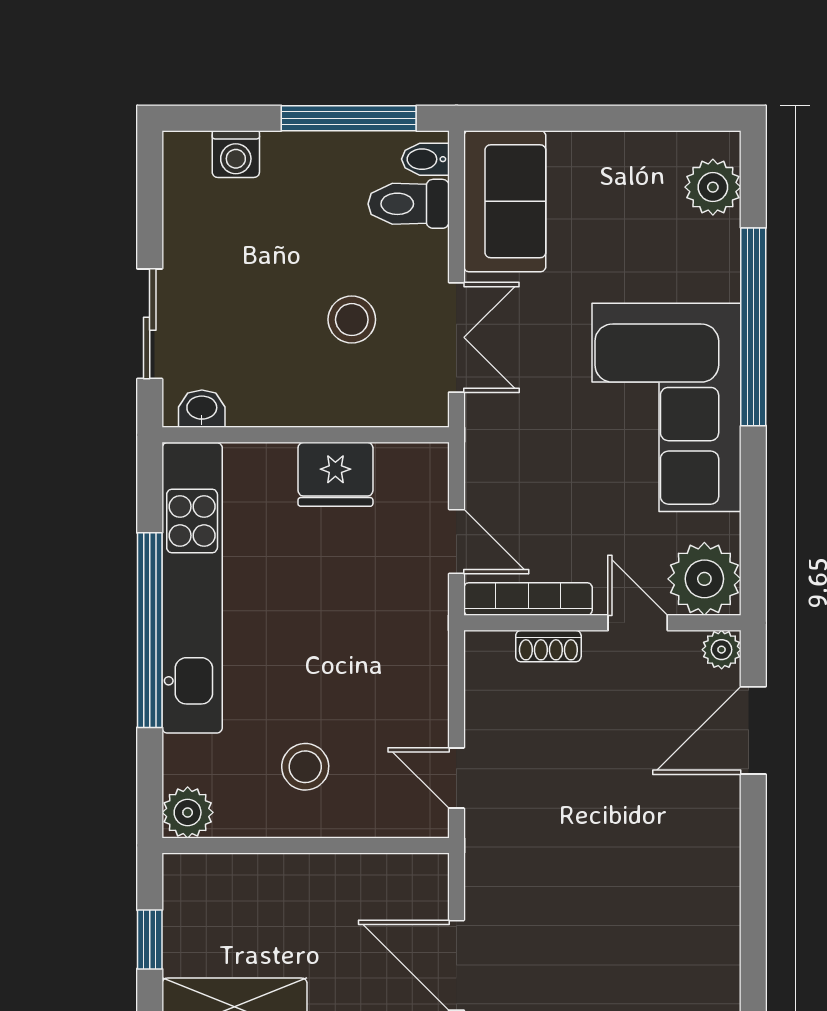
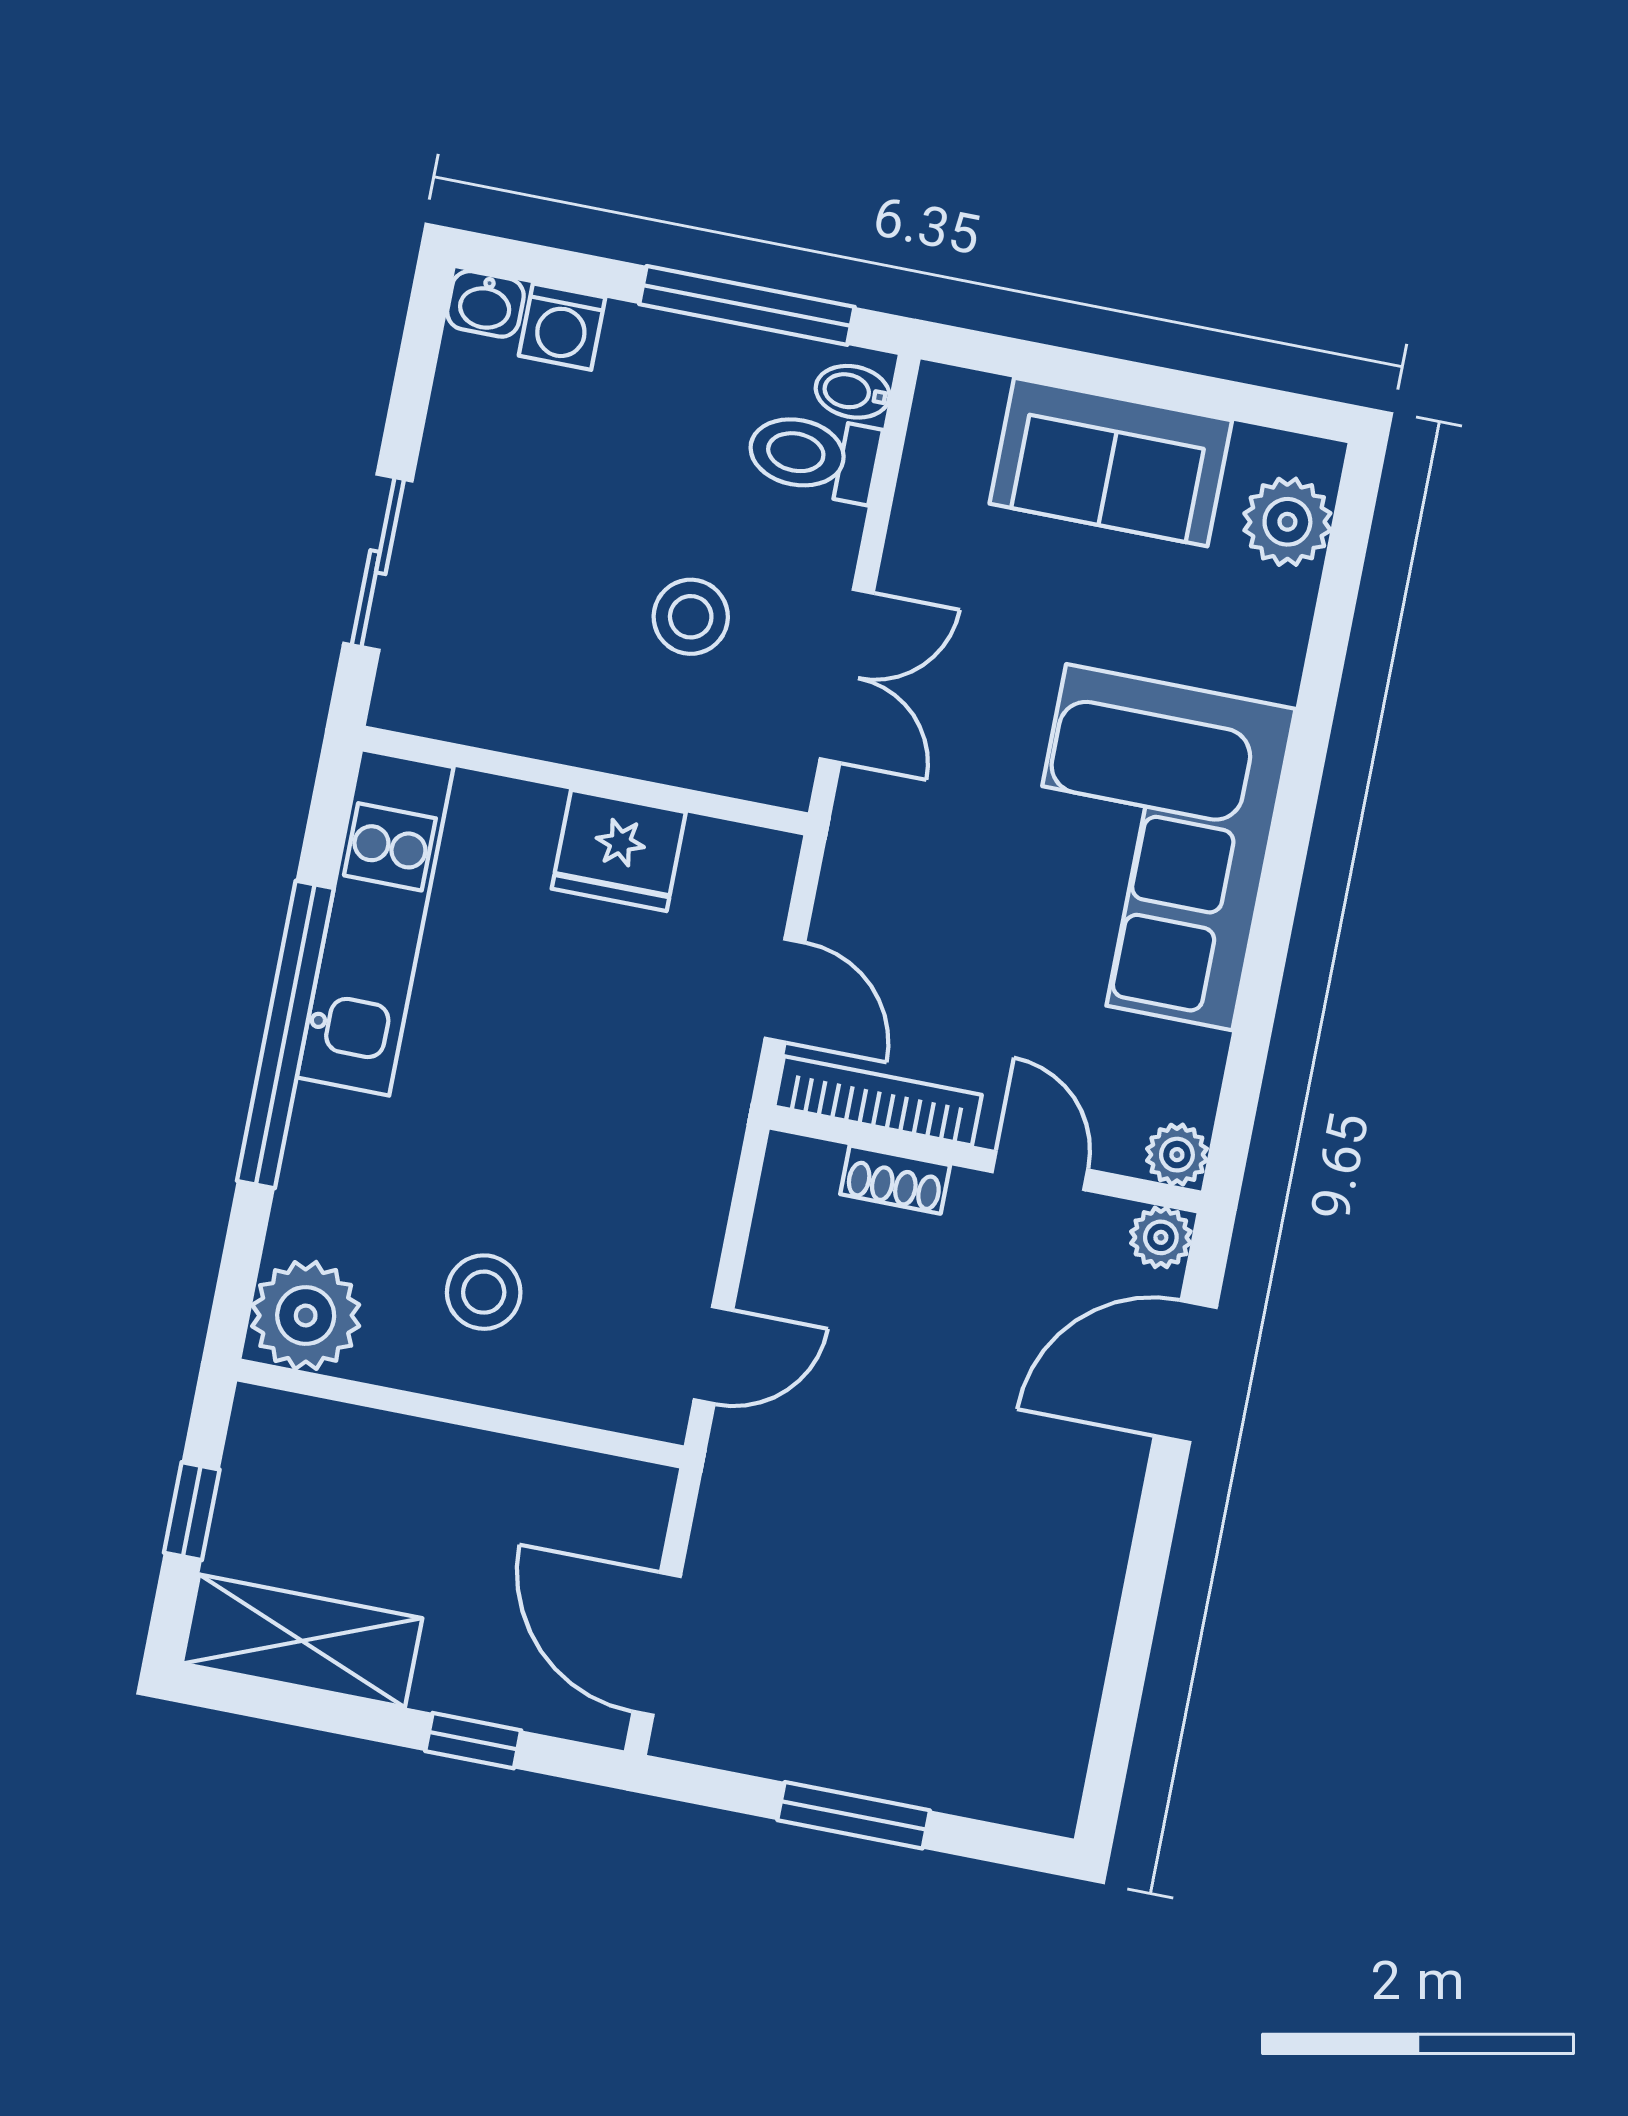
sofa: (505, 201) -> (1111, 462), moved, turned 90
window: (753, 327) -> (1307, 749), removed
washbasin: (202, 409) -> (485, 304), moved, turned 180
plant: (704, 579) -> (1177, 1155), width x0.53, depth x0.53
kitchen unit: (192, 588) -> (375, 922), width x0.73
door: (456, 778) -> (713, 1355), swing flipped
plant: (188, 812) -> (306, 1315), width x1.36, depth x1.36

